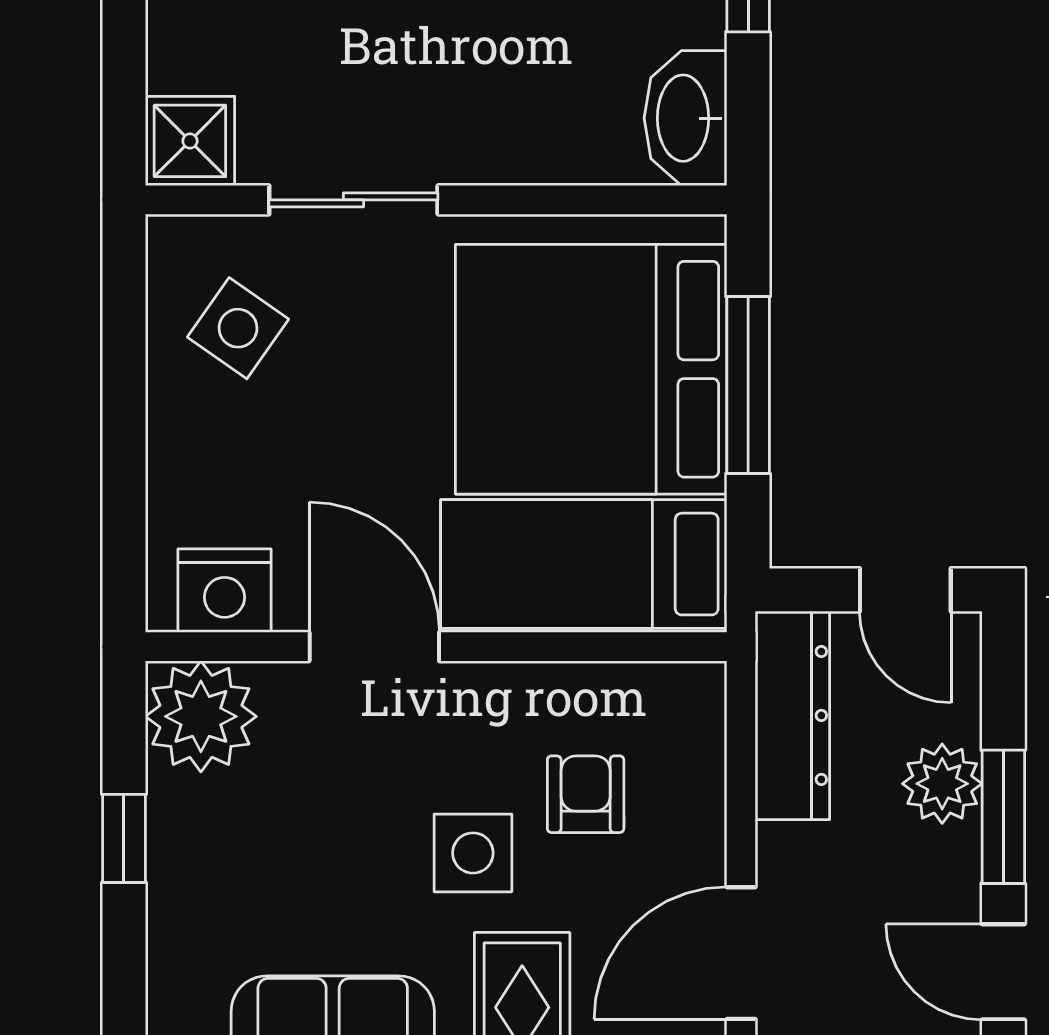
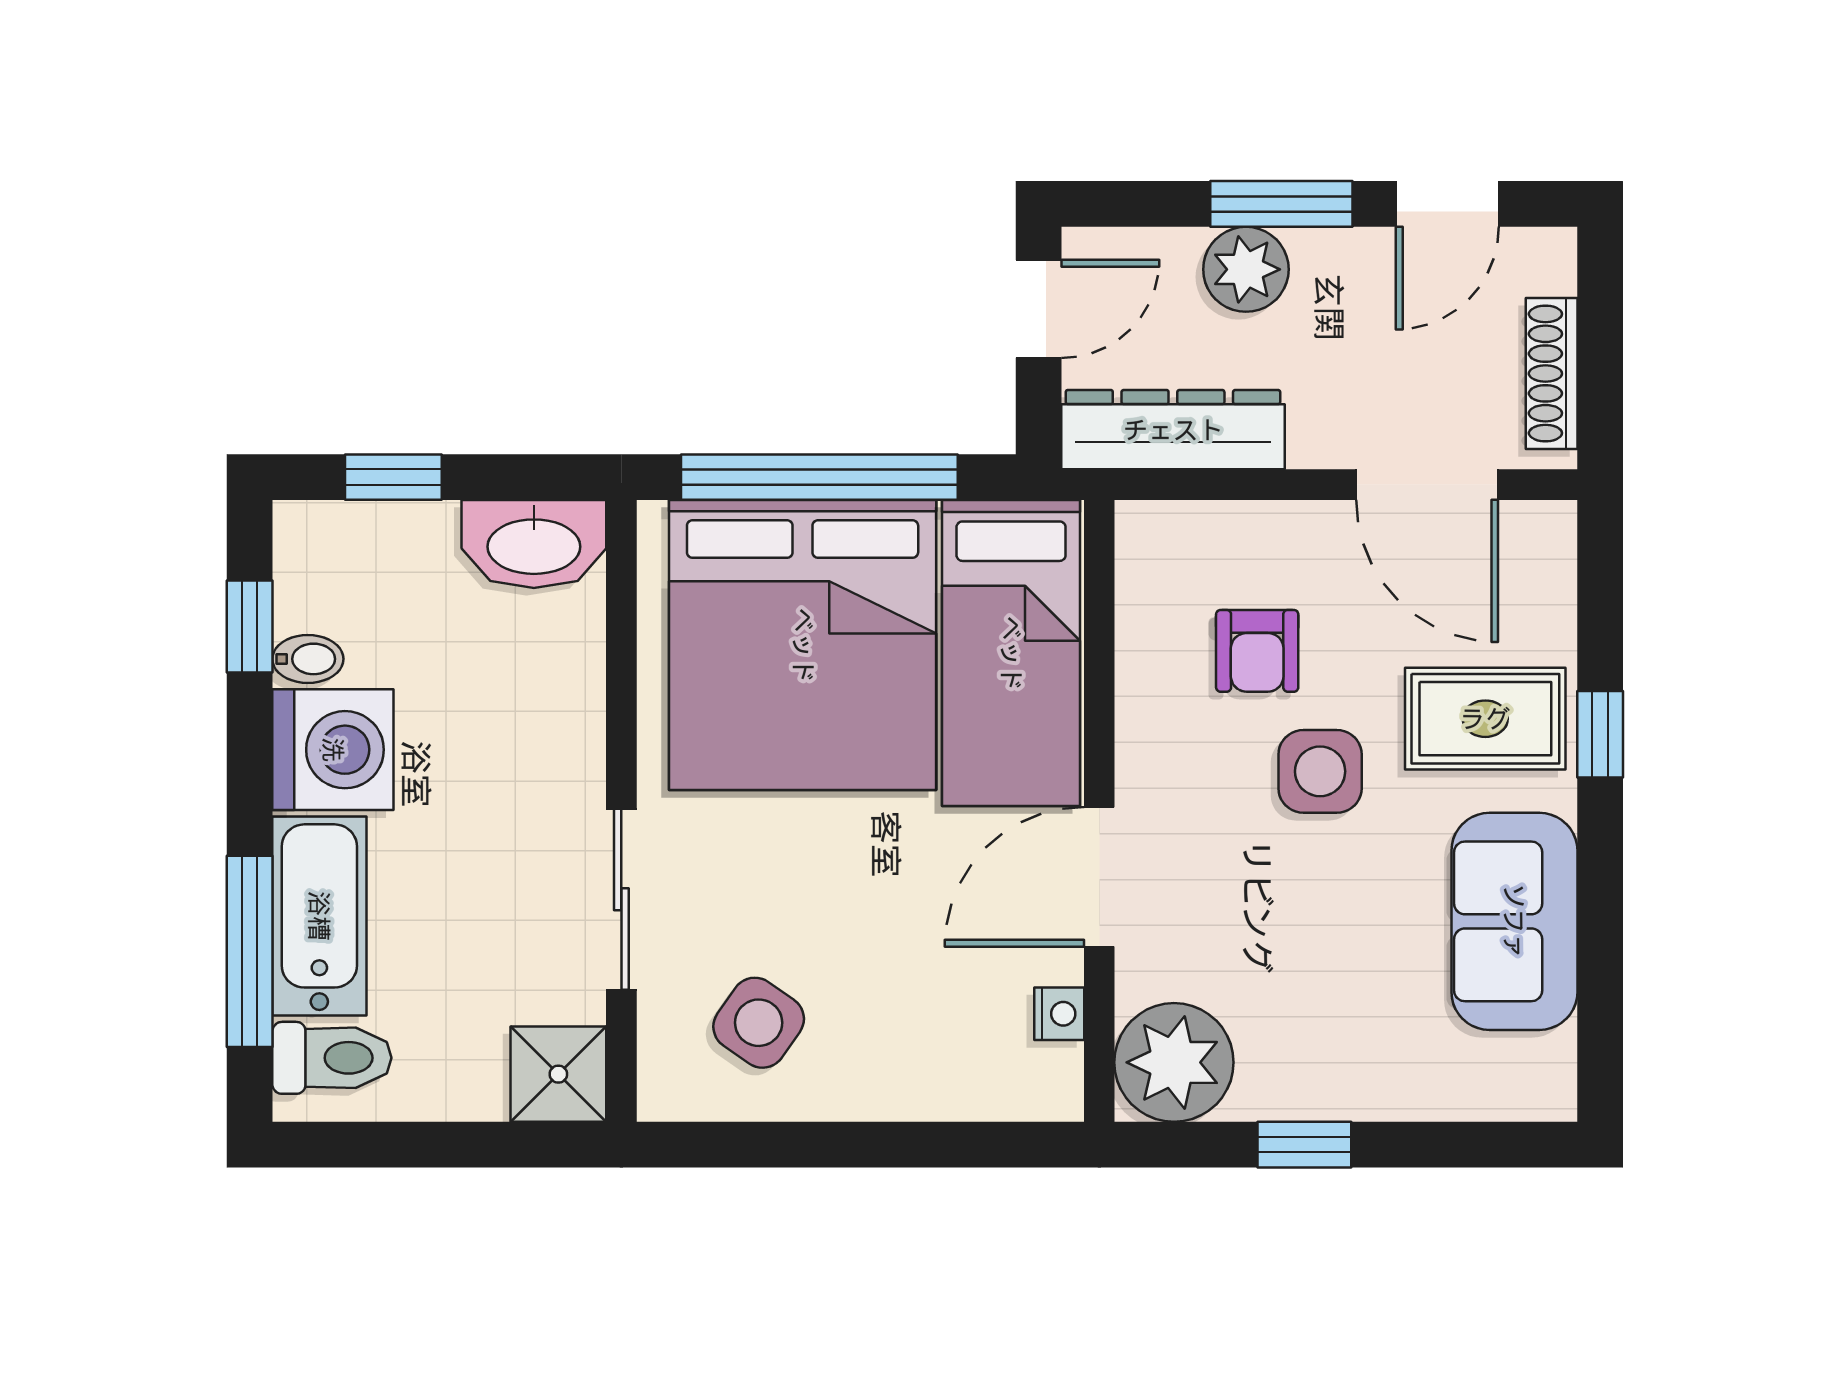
window: (748, 385) -> (819, 477), width x1.46
nightstand: (224, 591) -> (1059, 1014), width x0.53, depth x0.56
armchair: (586, 794) -> (1257, 651), turned -90

